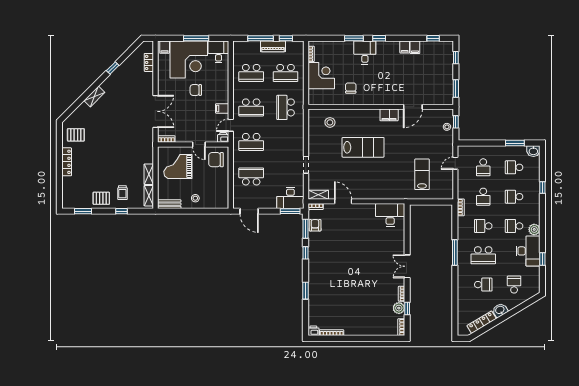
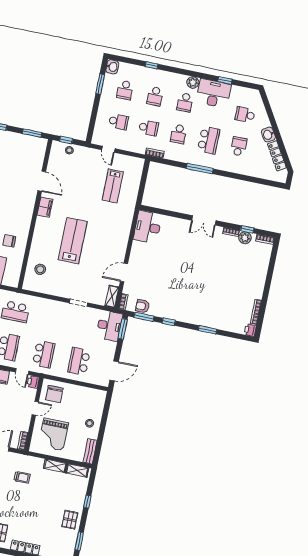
lab bench: (422, 174) -> (113, 186), turned -90
trolley: (122, 193) -> (22, 477), moved

